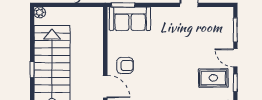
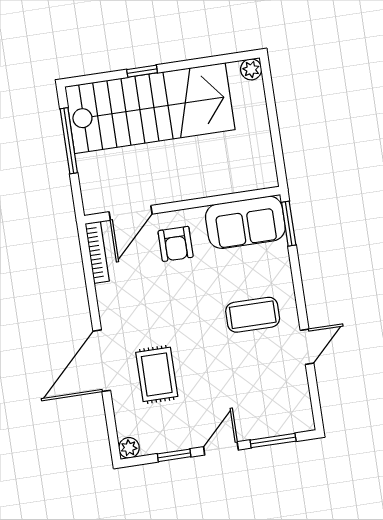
sofa: (130, 19) -> (245, 222), moved, turned -90
coffee table: (168, 31) -> (253, 315), added
rug: (213, 78) -> (157, 374), moved

